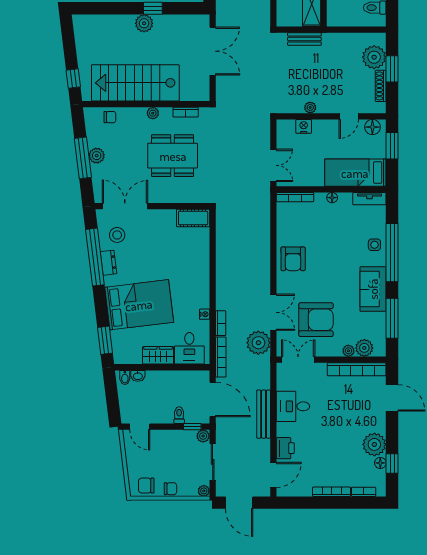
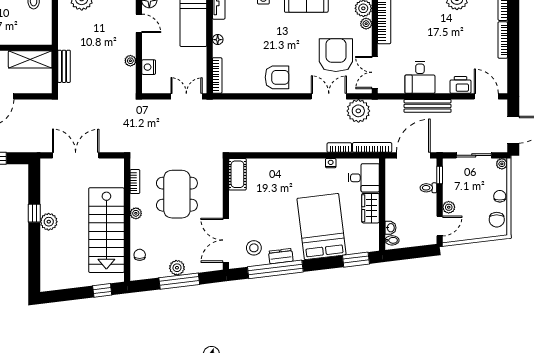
plant: (203, 436) -> (449, 207), moved

